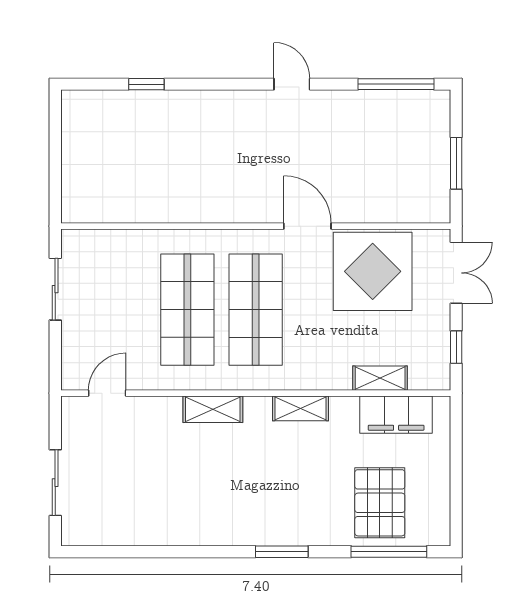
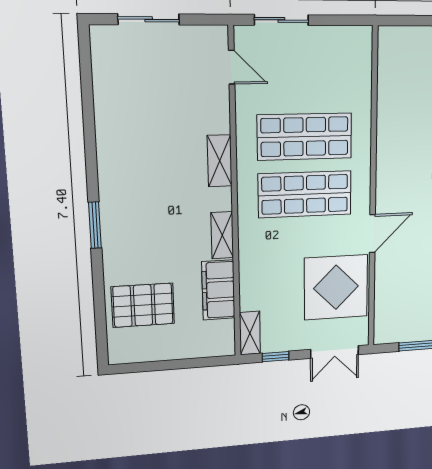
sliding door: (55, 289) -> (281, 20), moved
shelving: (380, 378) -> (250, 333), moved
filing cabinet: (396, 415) -> (218, 290), moved
window: (389, 552) -> (100, 315), removed

